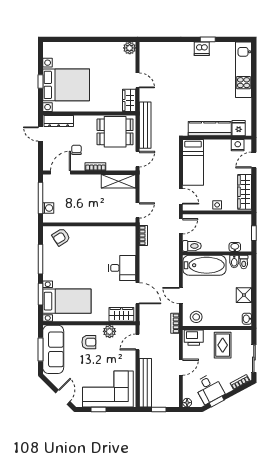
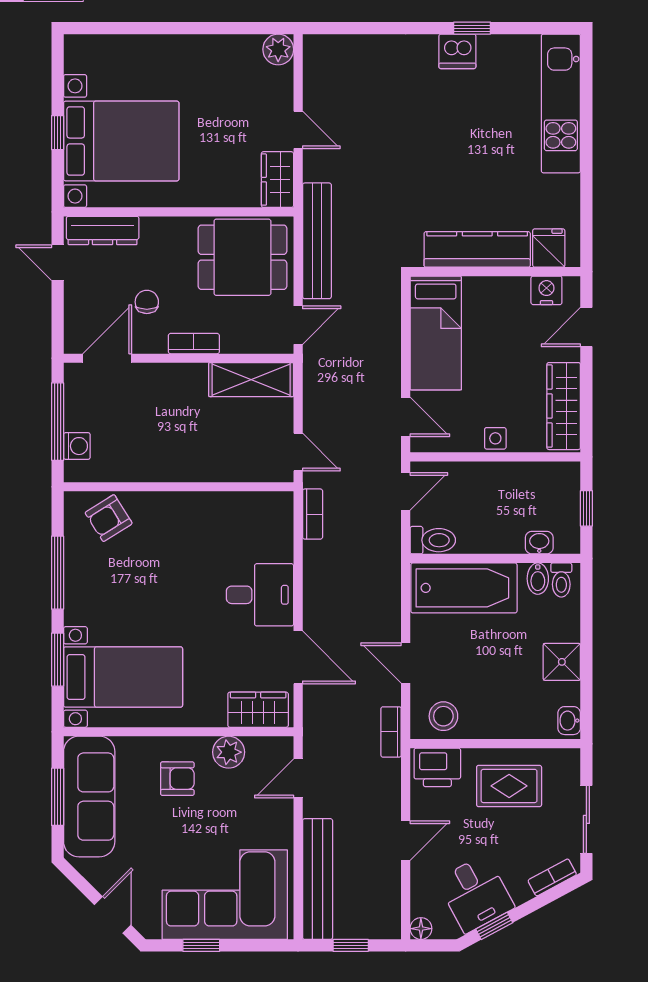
door: (138, 210) -> (298, 452), hinge flipped
rug: (223, 345) -> (509, 786), turned 90

